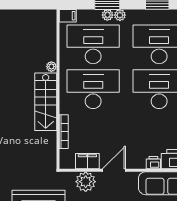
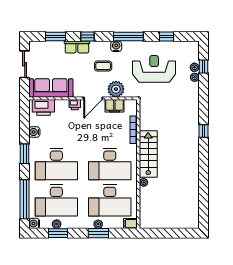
plant: (120, 15) -> (57, 224), moved
printer: (153, 163) -> (75, 105), moved

